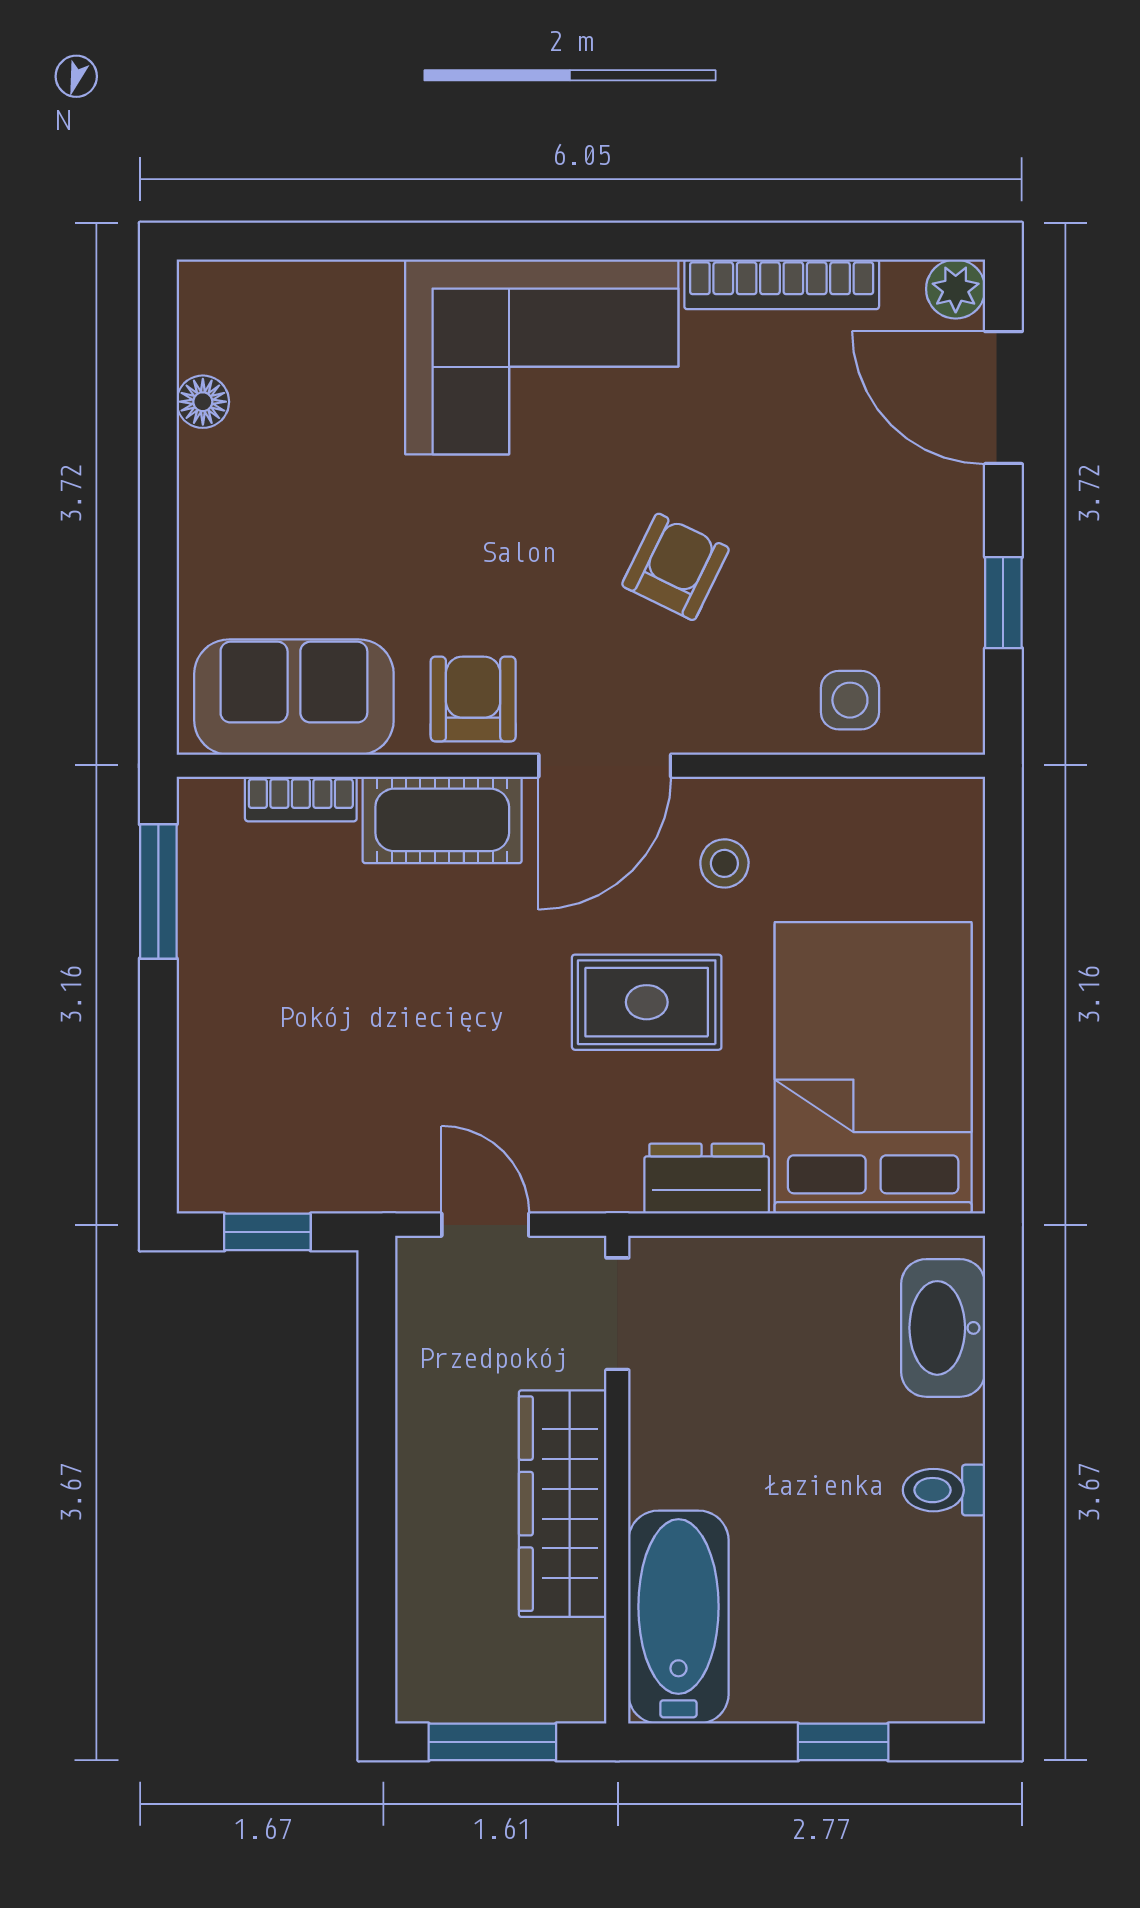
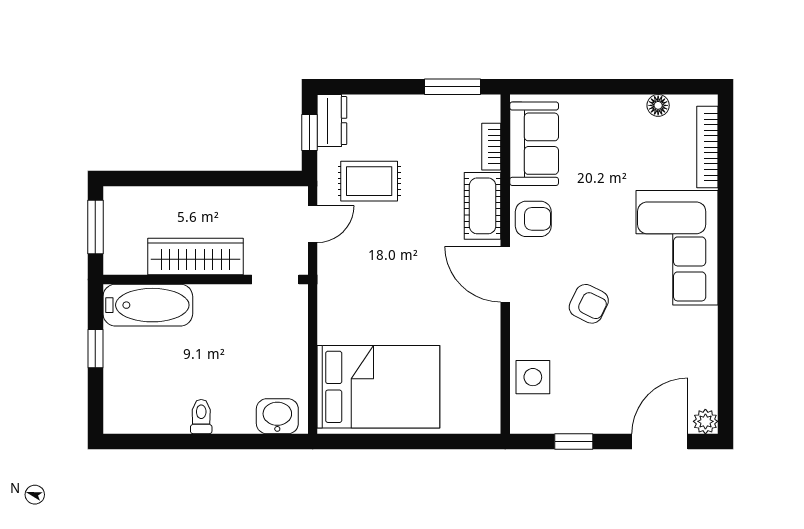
bookcase: (782, 284) -> (707, 147), moved
side table: (850, 700) -> (533, 377), width x1.37, depth x1.37
stool: (724, 863) -> (464, 324), removed
rug: (647, 1002) -> (369, 181), moved, turned 90
dresser: (707, 1179) -> (332, 121), moved
washbasin: (943, 1328) -> (277, 416), width x0.72
window: (843, 1742) -> (95, 349), moved

